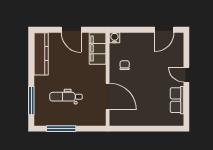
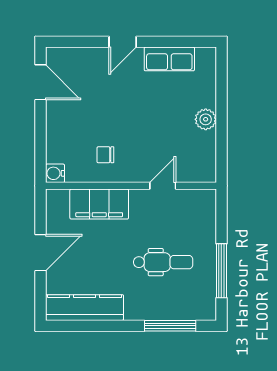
filing cabinet: (98, 48) -> (99, 204), moved
dental chair: (66, 97) -> (163, 262), turned -90
door: (108, 97) -> (163, 186), width x0.53
plant: (144, 120) -> (206, 119), added

